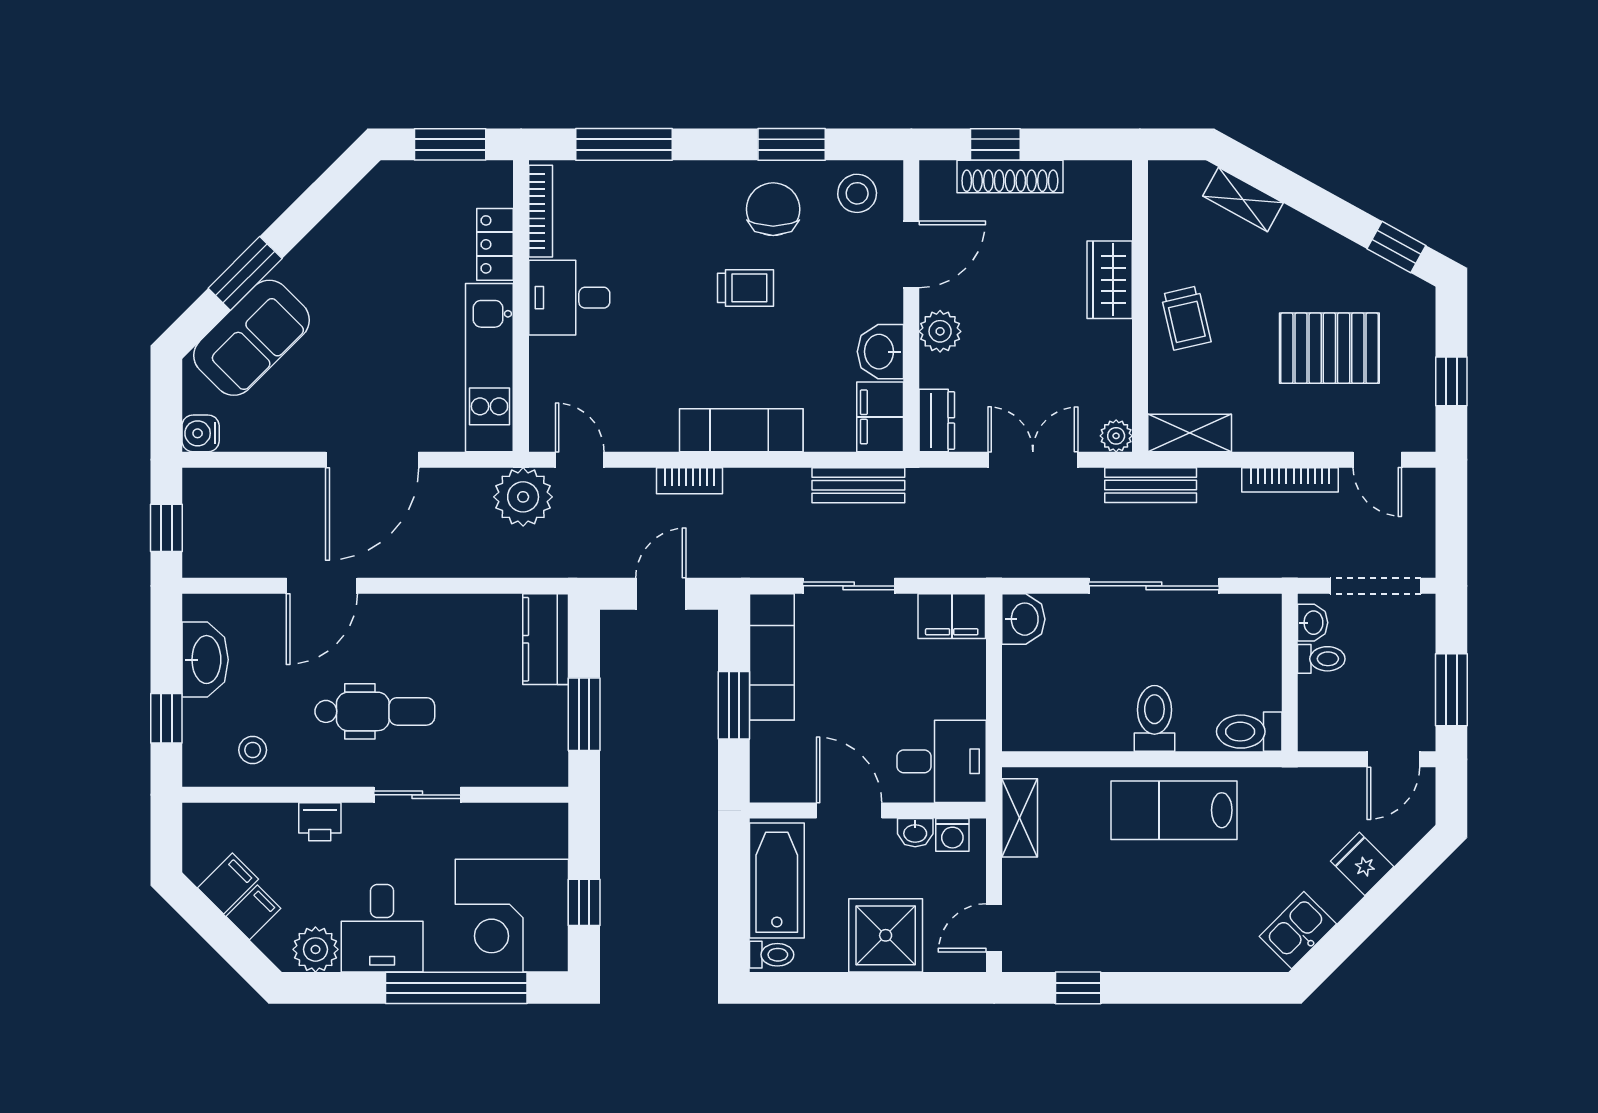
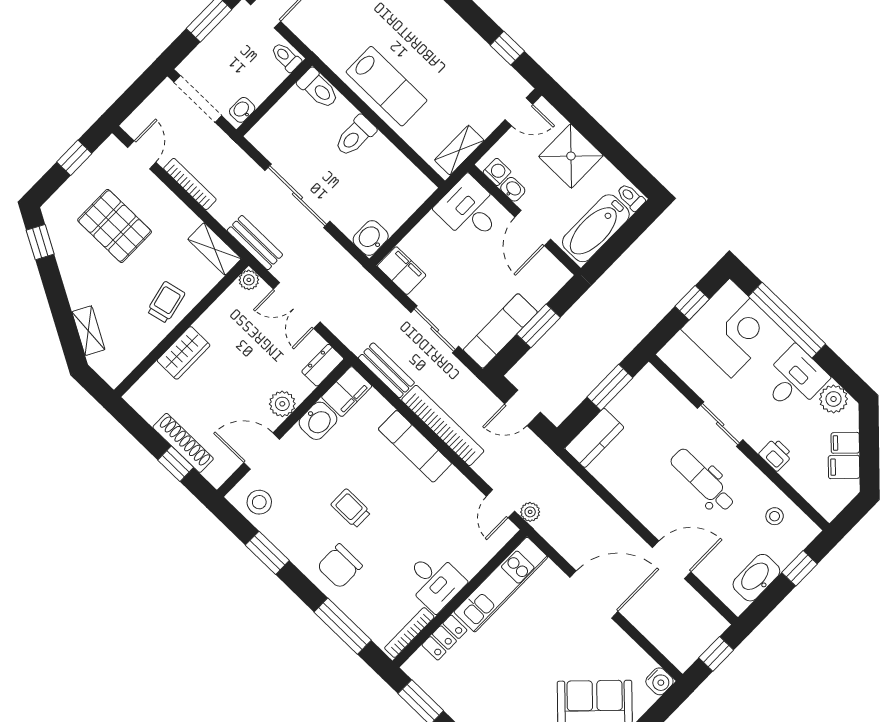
chair: (773, 209) -> (340, 566), moved
bookcase: (689, 481) -> (443, 425), width x2.31, depth x1.31
plant: (523, 497) -> (530, 512), width x0.53, depth x0.53
toilet: (1321, 659) -> (286, 57), moved

